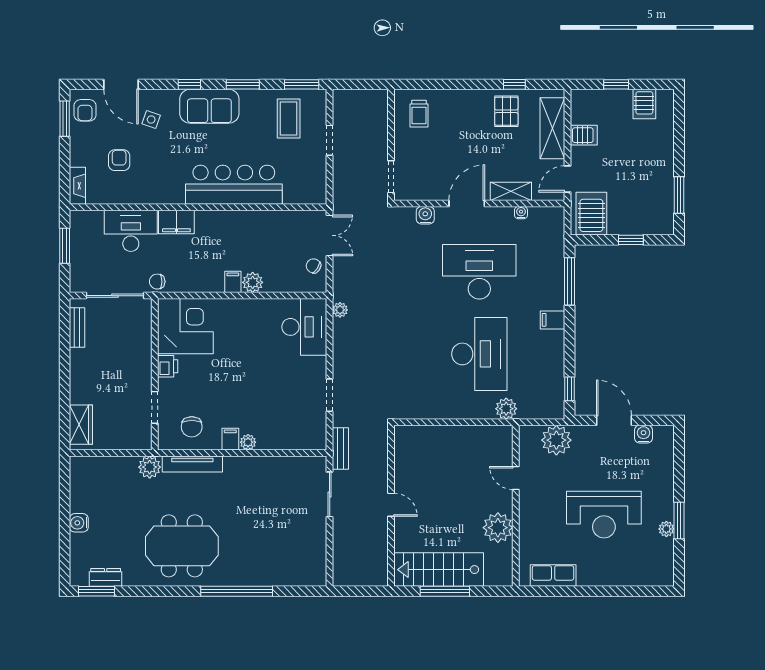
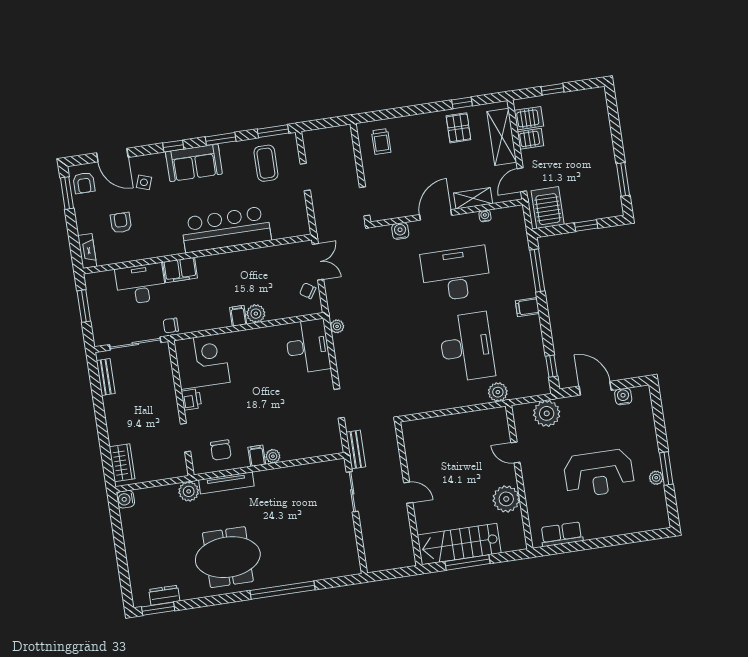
server rack: (644, 104) -> (529, 118), moved, turned -90
water cooler: (79, 523) -> (126, 499), moved

